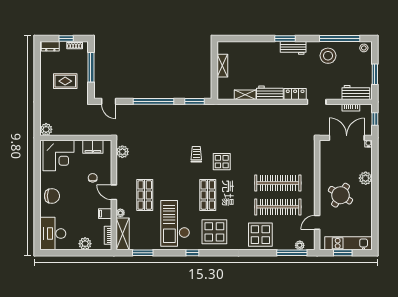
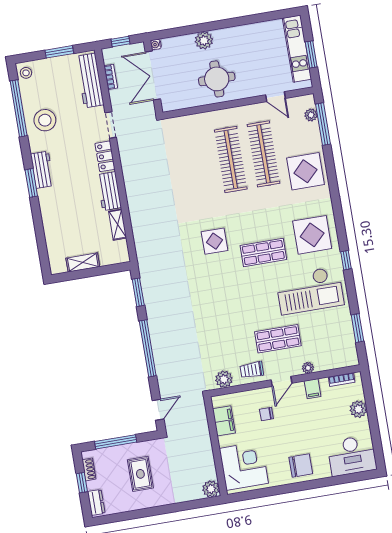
workbench: (356, 92) -> (90, 81), width x1.38
trolley: (196, 154) -> (252, 370), moved
round table: (340, 195) -> (217, 79), moved, turned -32
chair: (52, 196) -> (301, 466), turned 90
shelving: (123, 234) -> (336, 360), removed

